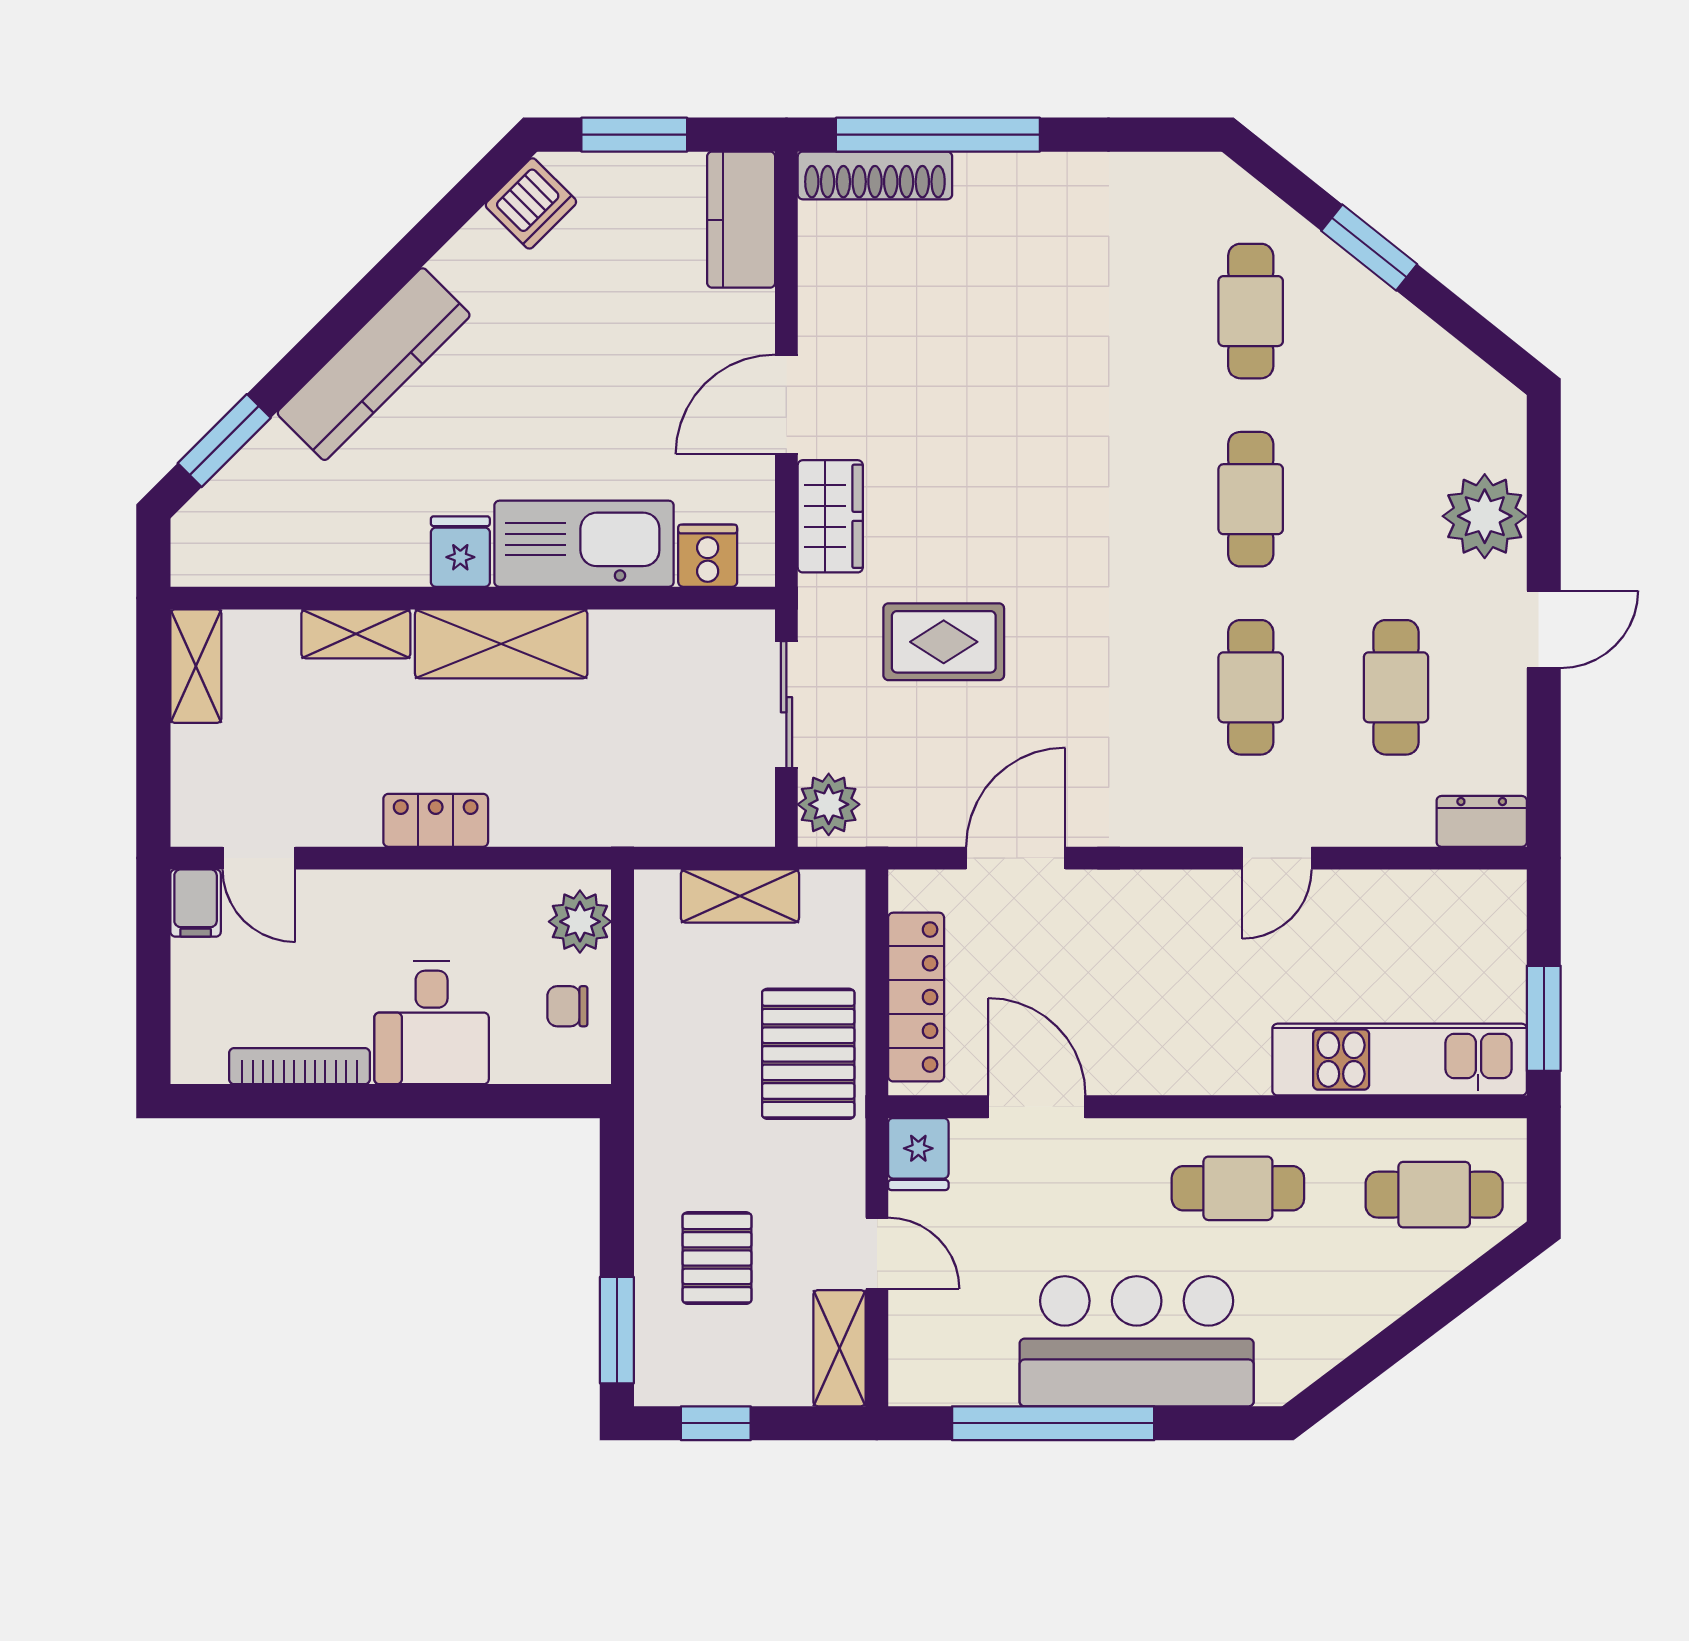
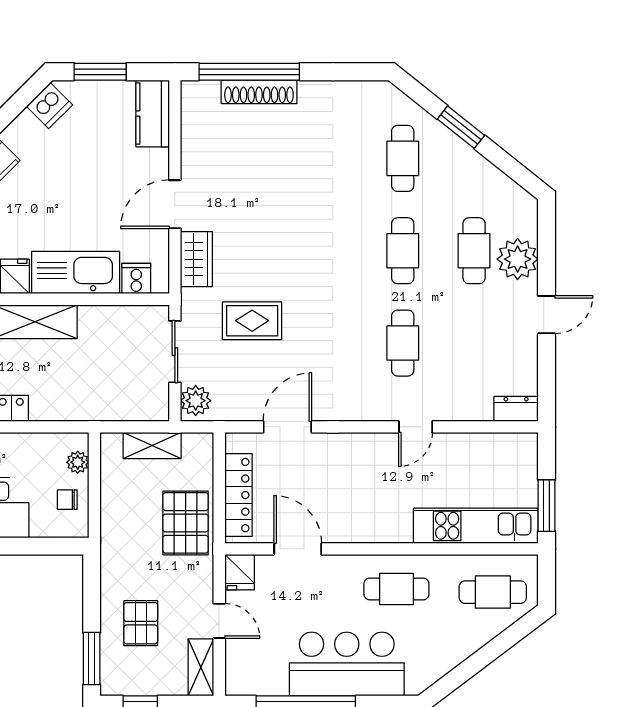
shoe rack: (875, 175) -> (259, 92), moved
cafe table: (1396, 687) -> (474, 251), moved
plant: (580, 922) -> (78, 462), width x0.73, depth x0.73

